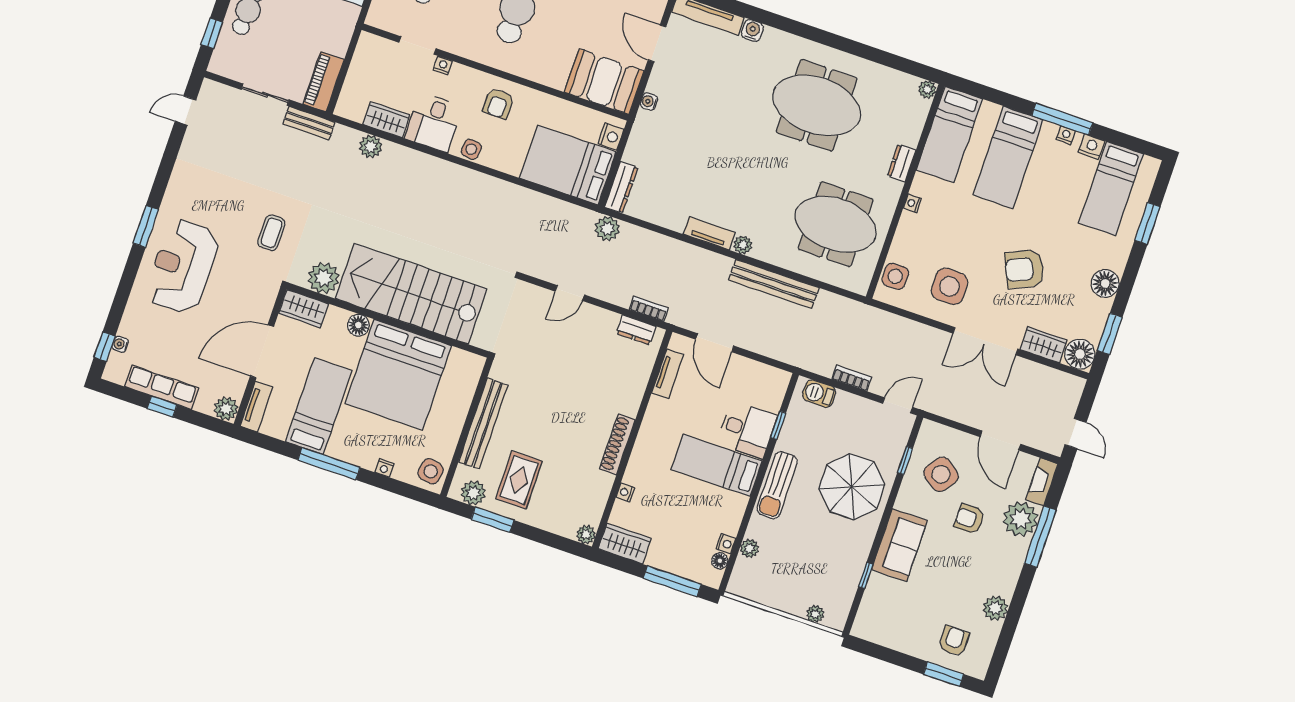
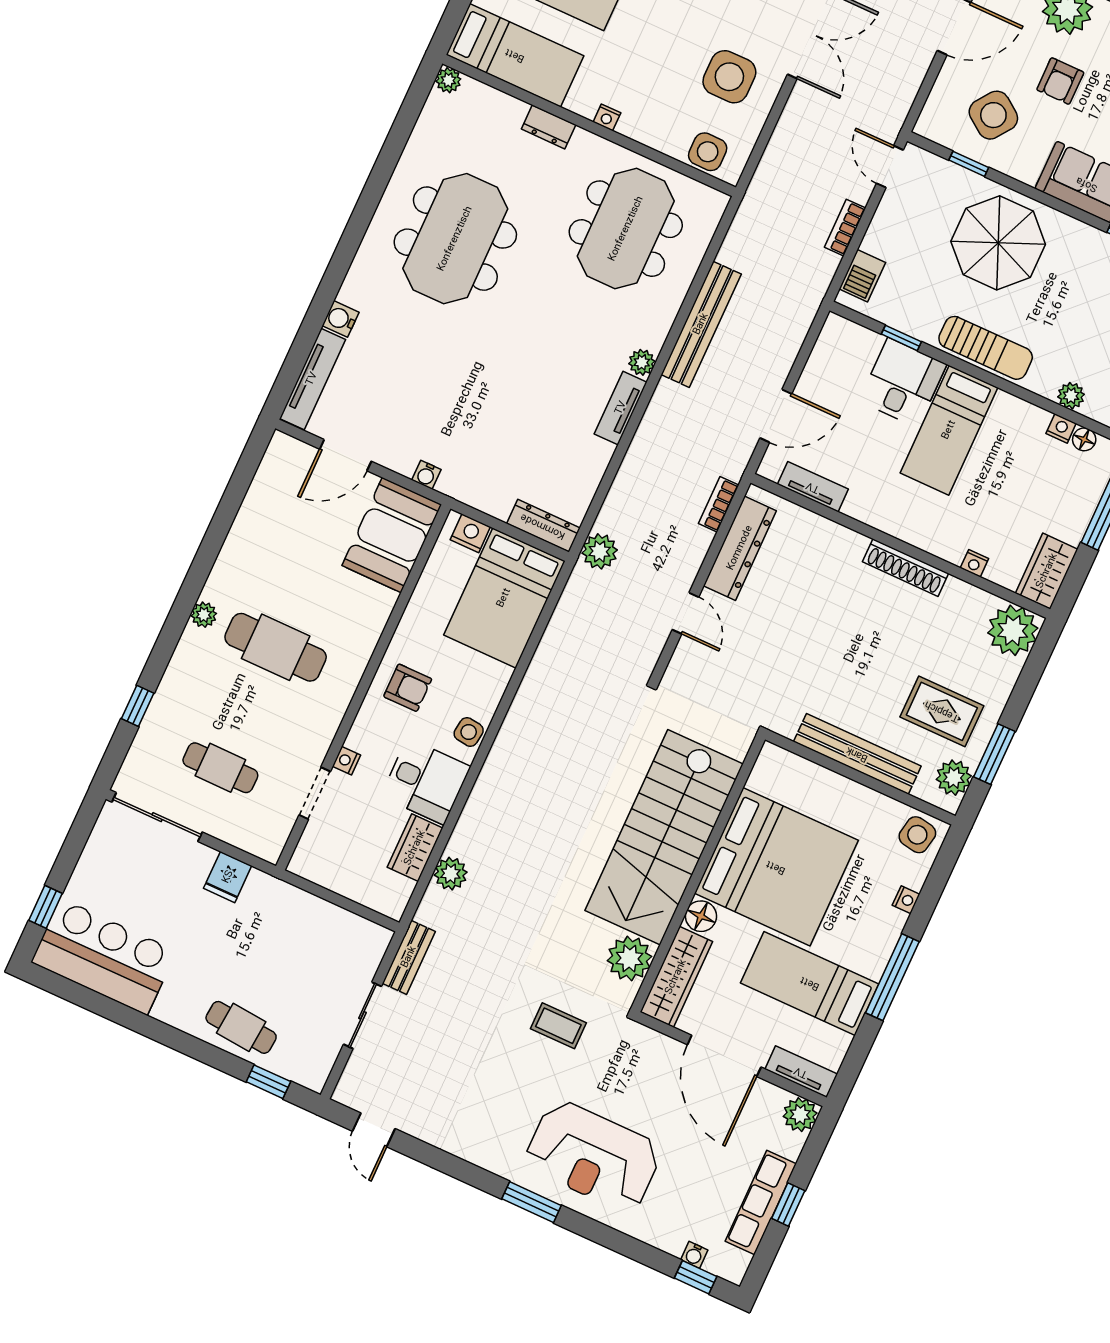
piano: (323, 82) -> (352, 931), removed
wardrobe: (304, 309) -> (676, 977), width x1.50
dresser: (636, 330) -> (740, 548), width x1.96, depth x1.24
plant: (586, 535) -> (1013, 630), width x1.88, depth x1.88

